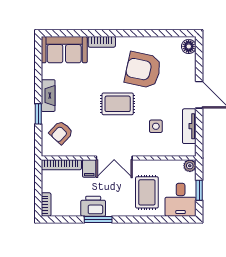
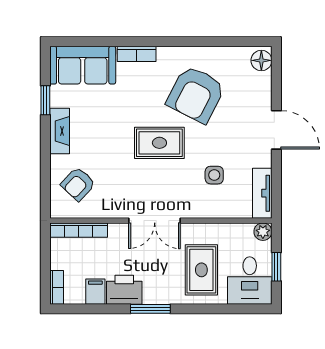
armchair: (143, 70) -> (196, 94), turned -75
window: (38, 114) -> (45, 100), moved
tv unit: (189, 126) -> (262, 193), moved
filing cabinet: (89, 168) -> (95, 292), moved, turned 180
window: (98, 220) -> (150, 309), moved

